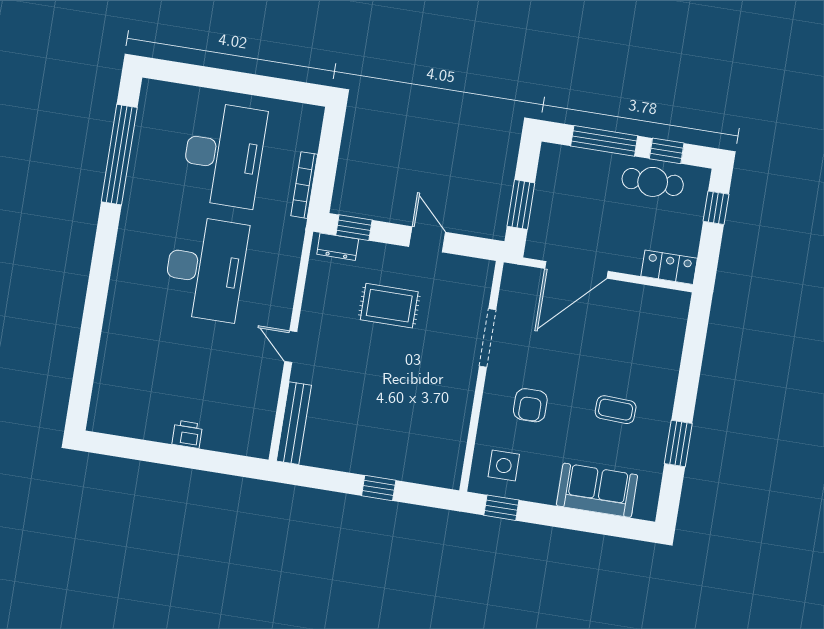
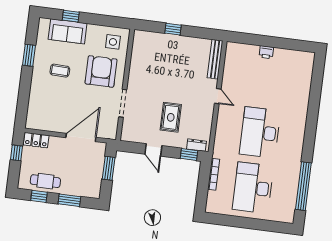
window: (604, 141) -> (69, 200), width x0.69
window: (716, 208) -> (17, 153), moved
rug: (389, 306) -> (171, 117), turned 90
armchair: (530, 405) -> (101, 71), width x1.88, depth x1.88
window: (501, 508) -> (71, 16), moved

